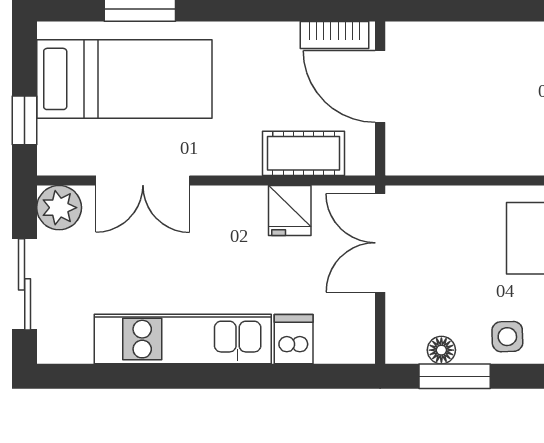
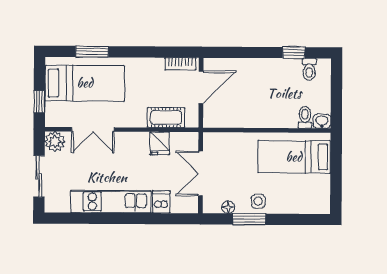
door: (380, 86) -> (201, 87), swing flipped
double door: (380, 243) -> (201, 174), moved
window: (455, 376) -> (249, 219), moved

